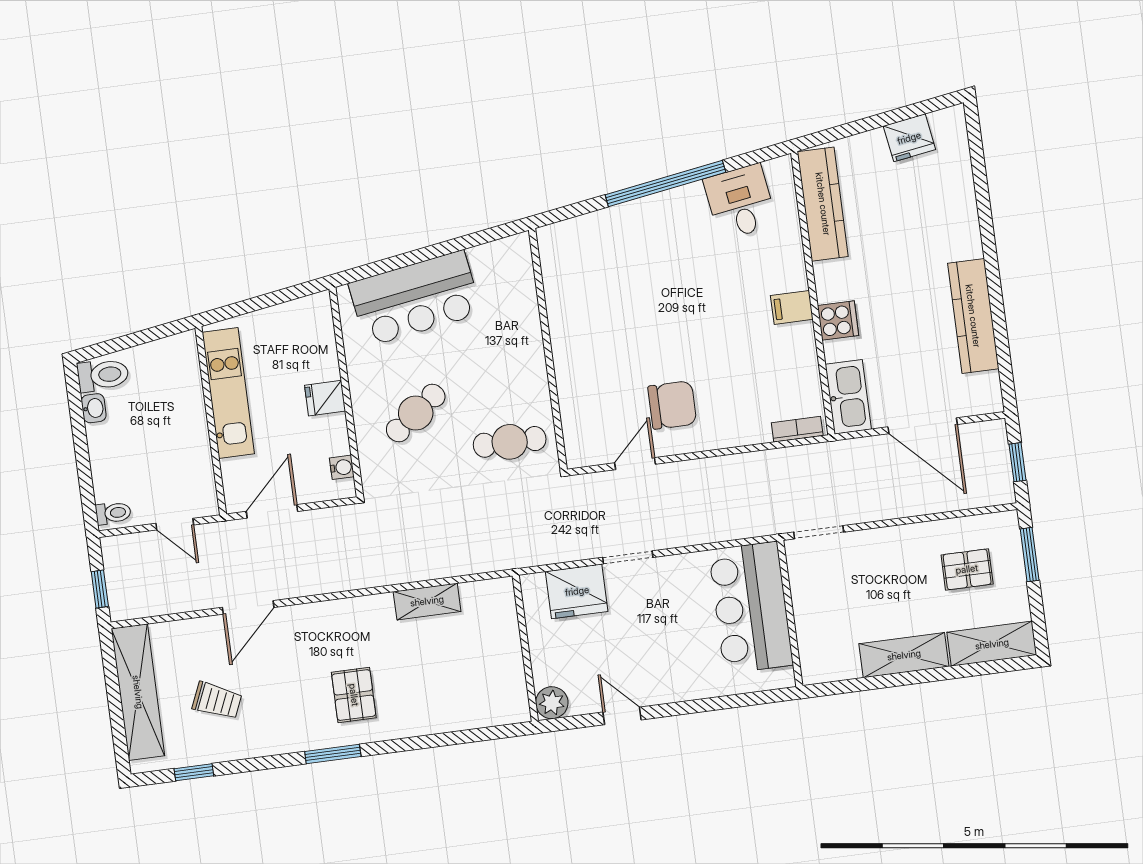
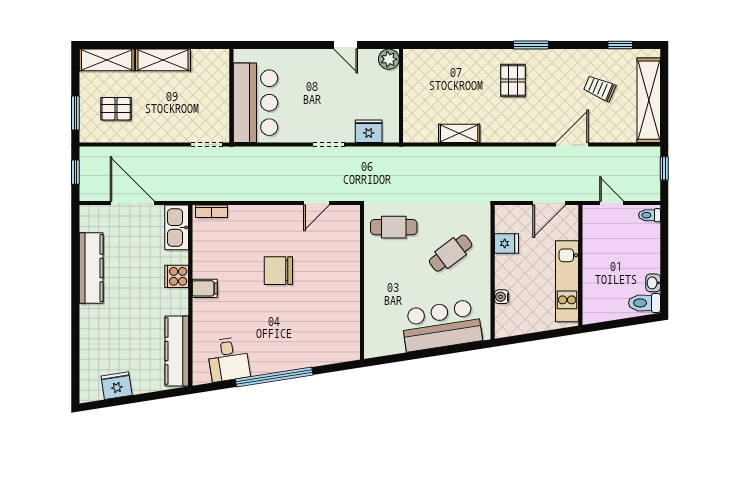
fridge: (325, 398) -> (506, 243), moved
chair: (672, 405) -> (278, 271), moved
water cooler: (342, 467) -> (502, 297), moved
fridge: (577, 591) -> (369, 131), width x0.73, depth x0.75

